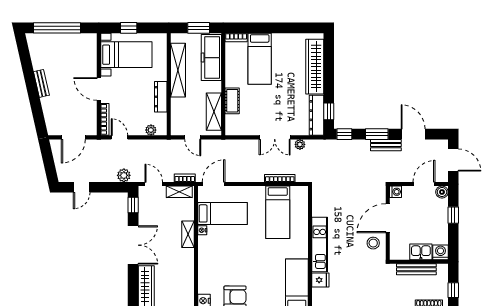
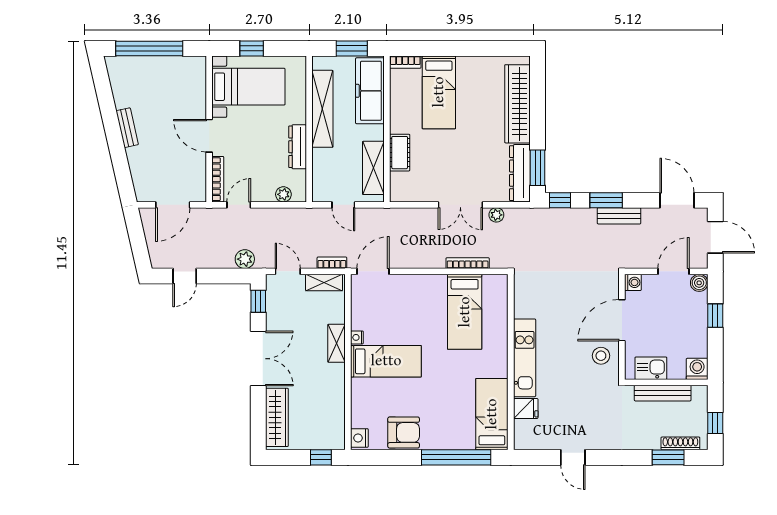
window: (329, 111) -> (538, 168), width x1.50
door: (413, 134) -> (677, 200), moved
door: (120, 137) -> (239, 205), hinge flipped
bed: (223, 213) -> (386, 361), moved
kitchen sink: (421, 252) -> (651, 368), moved

